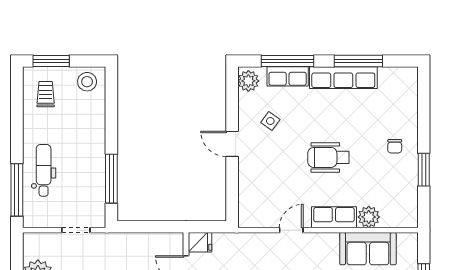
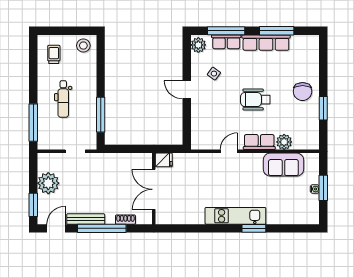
window: (51, 61) -> (58, 31), removed
chair: (395, 146) -> (303, 92), width x1.87, depth x1.87
dental chair: (44, 170) -> (63, 99), moved, turned 180

